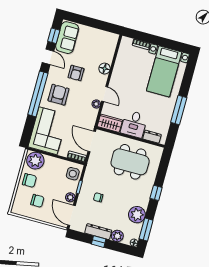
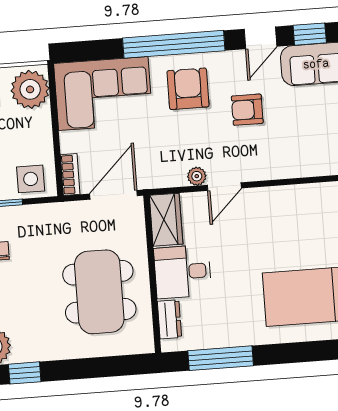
floor lamp: (105, 69) -> (278, 167), removed
armchair: (59, 95) -> (188, 89), turned -90
window: (179, 110) -> (221, 358), moved
window: (156, 193) -> (25, 373), moved

